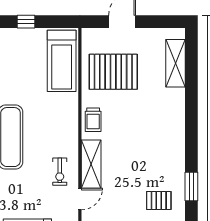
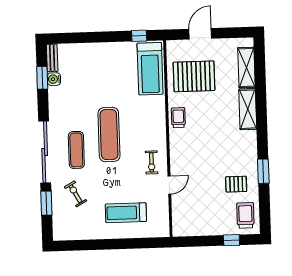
window: (26, 22) -> (139, 36), moved
trolley: (93, 120) -> (178, 118), turned 180
shelving: (91, 164) -> (248, 109), moved

